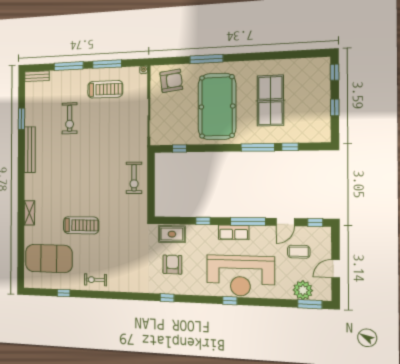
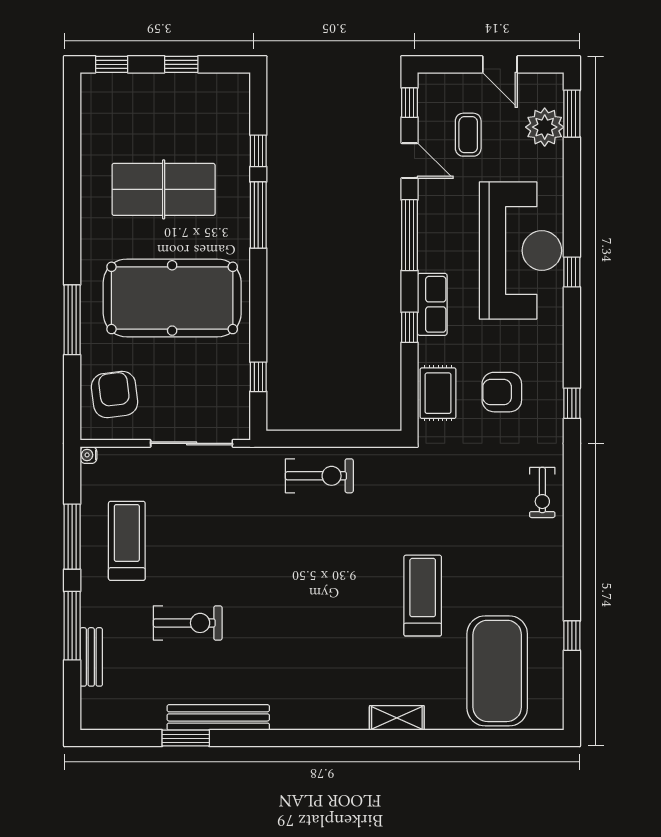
bench: (37, 76) -> (91, 657), moved
bench: (30, 150) -> (218, 717), moved
row of seats: (234, 232) -> (432, 304), moved
exercise bike: (95, 280) -> (542, 493), moved

